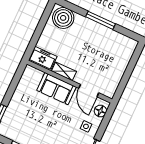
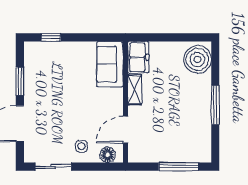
window: (131, 65) -> (179, 167), added
sofa: (57, 89) -> (110, 64), moved

